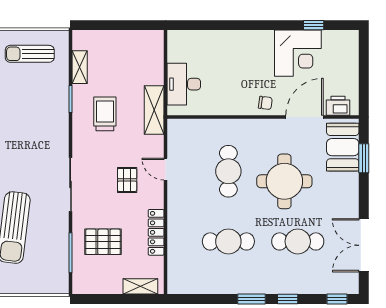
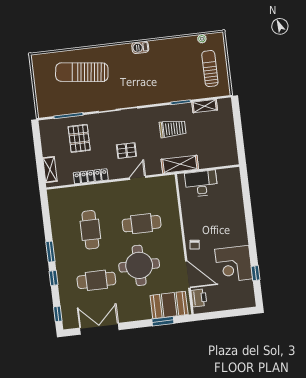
cafe table: (298, 241) -> (96, 280), turned 90

